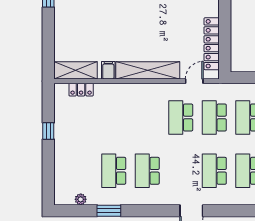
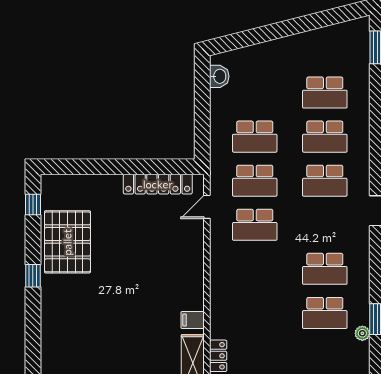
shelving: (148, 70) -> (193, 268), removed
door: (194, 81) -> (207, 207), hinge flipped
plant: (81, 199) -> (362, 333), moved

